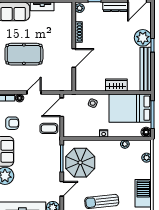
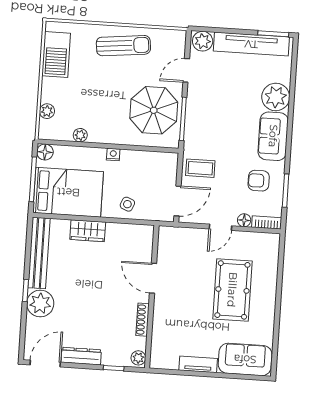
pool table: (24, 54) -> (232, 290), turned 90
door: (74, 58) -> (153, 278), hinge flipped

